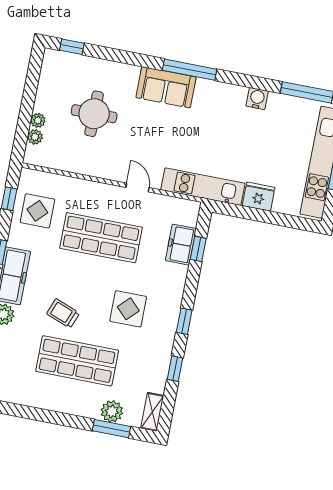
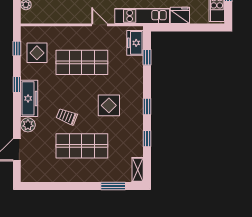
freezer: (181, 245) -> (135, 43), moved
plant: (112, 411) -> (111, 175), removed

